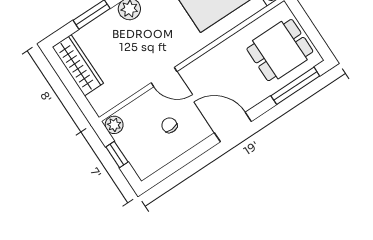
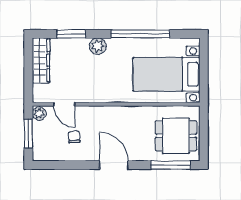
door: (164, 77) -> (64, 104), moved
window: (117, 154) -> (28, 134), width x1.50

